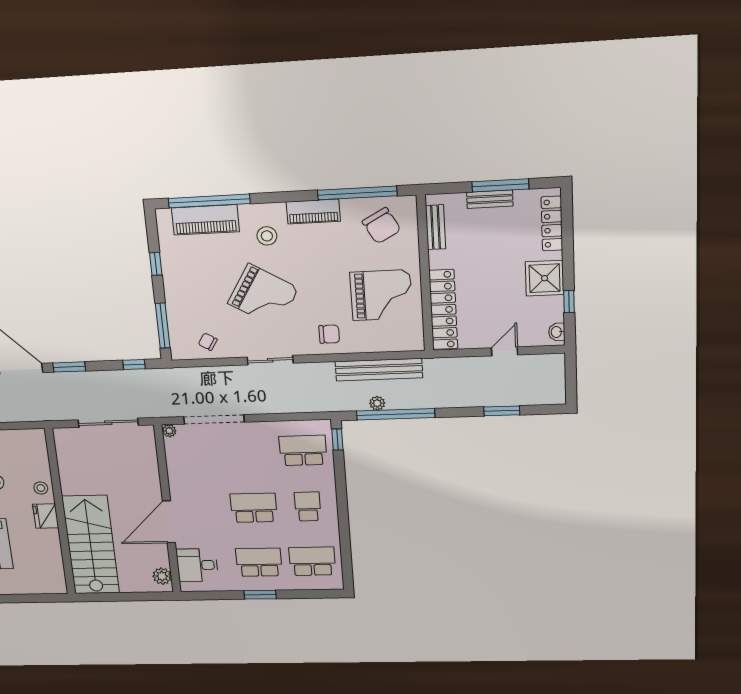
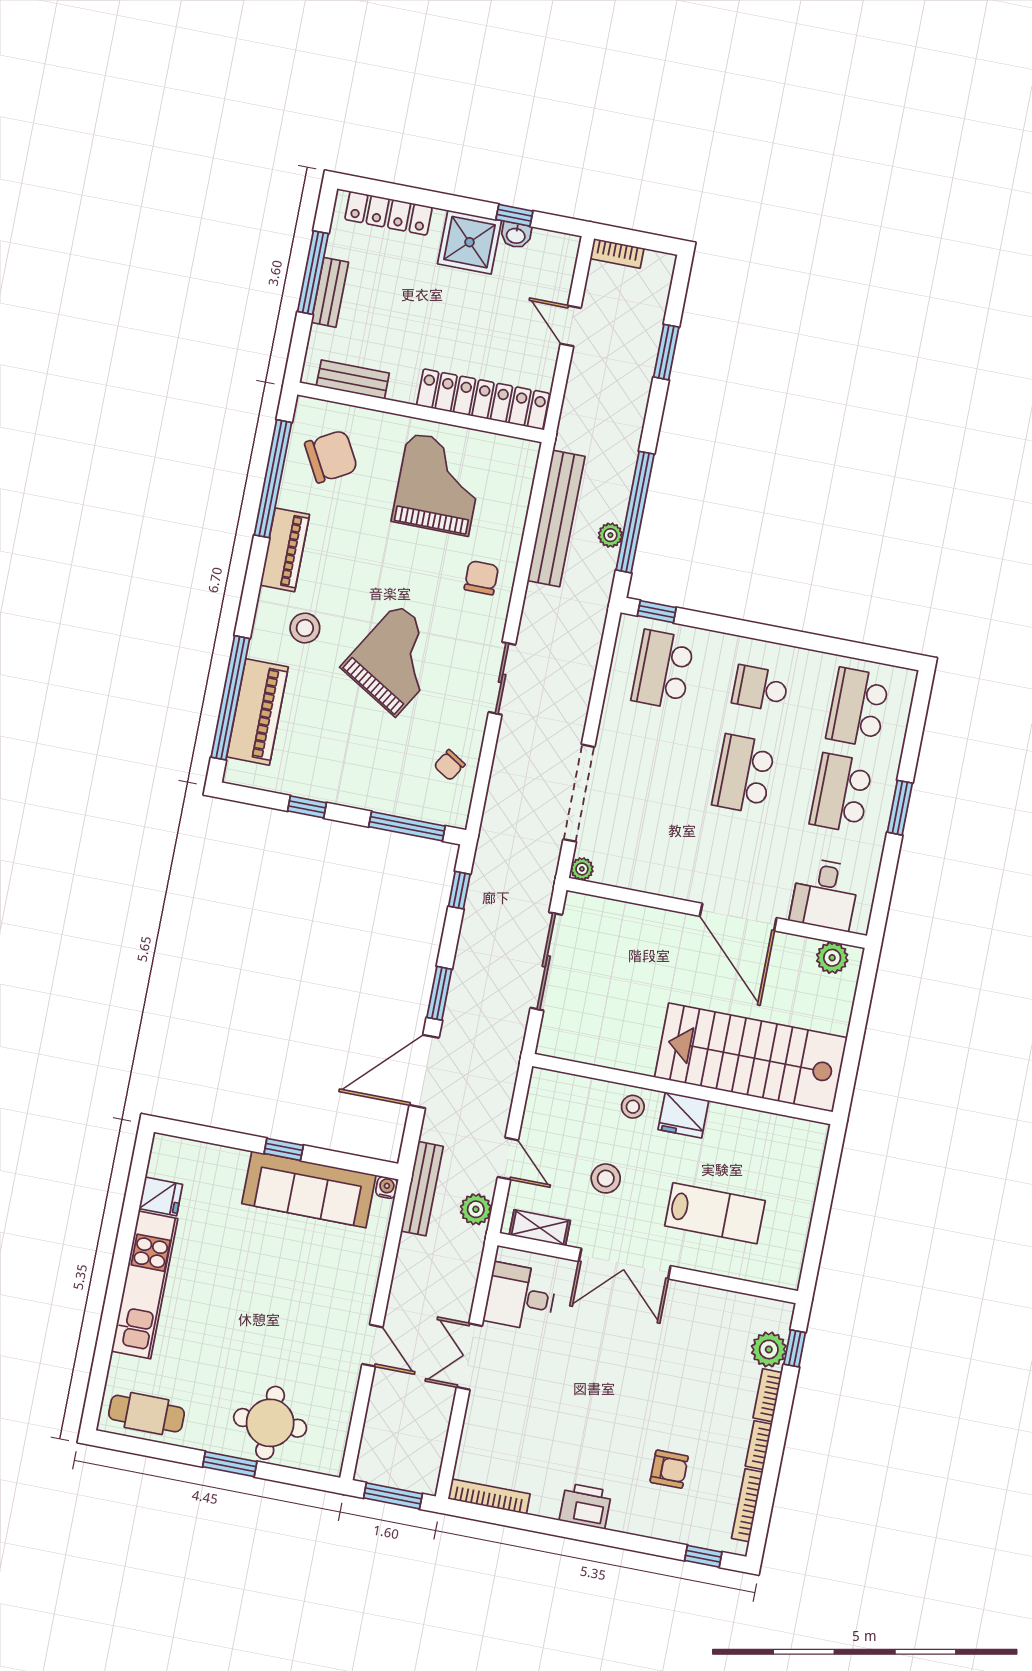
washbasin: (557, 332) -> (516, 235), moved
bookcase: (559, 369) -> (617, 253), added

